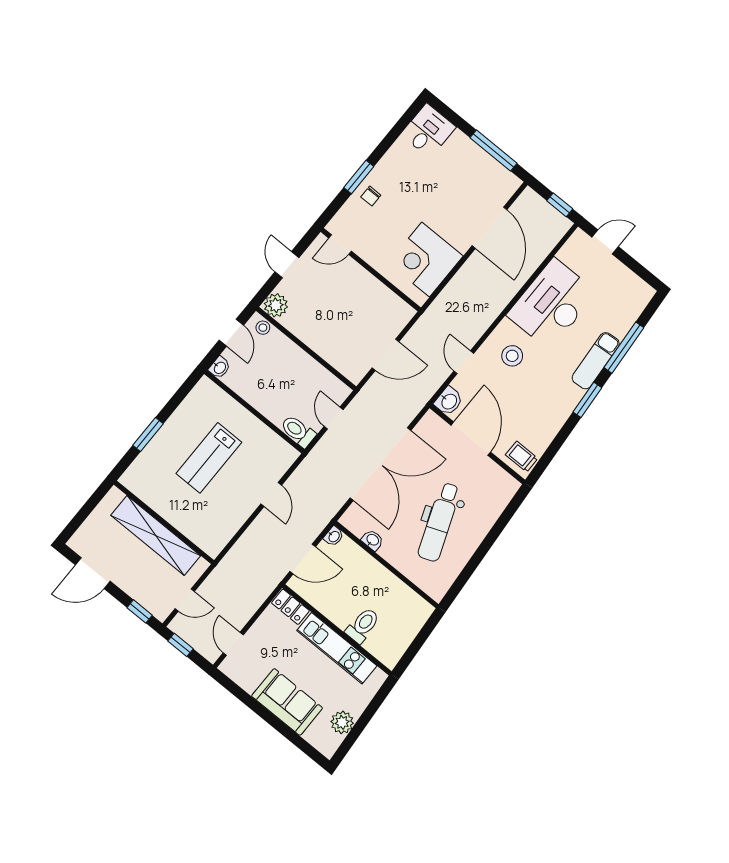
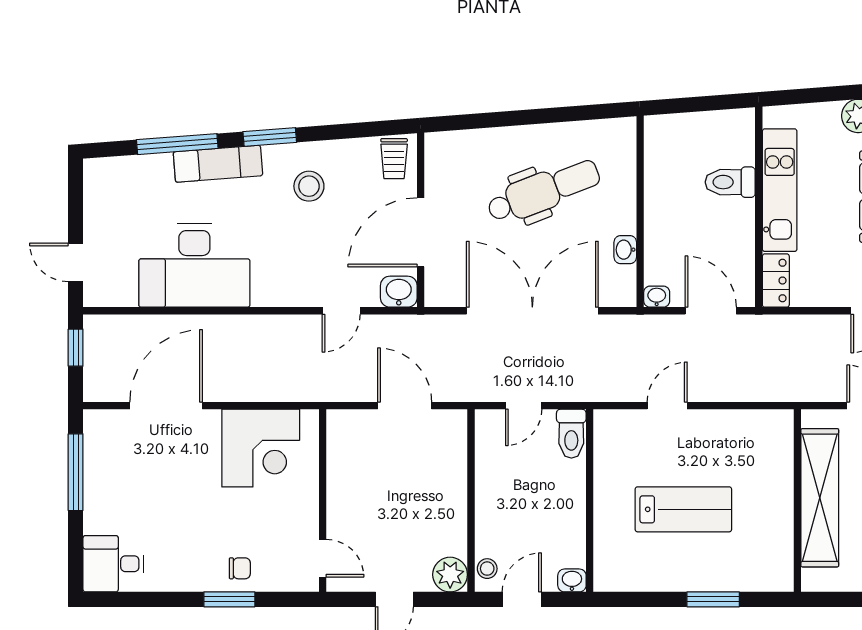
stool: (512, 356) -> (309, 186), moved

